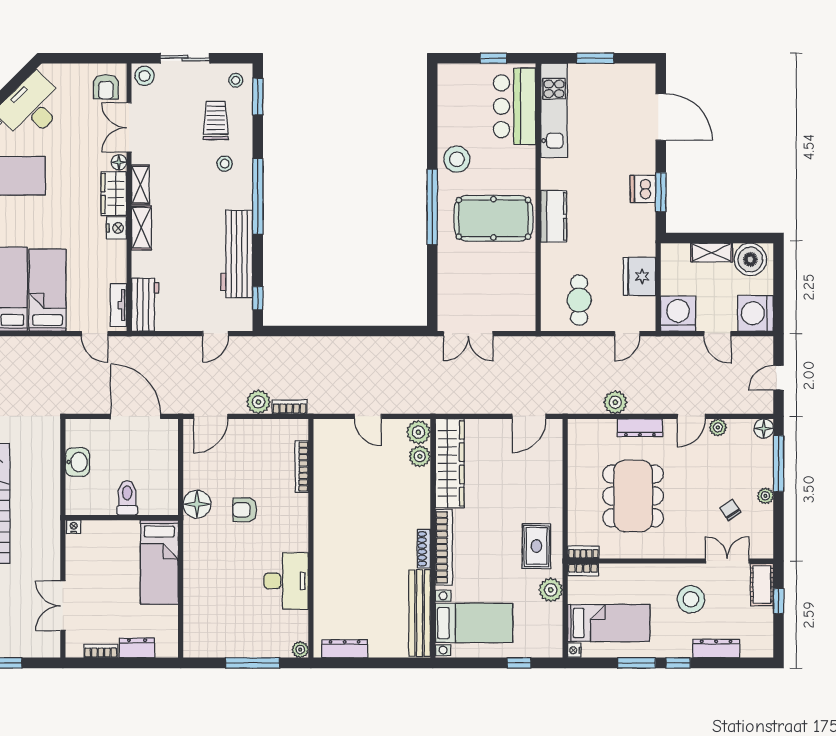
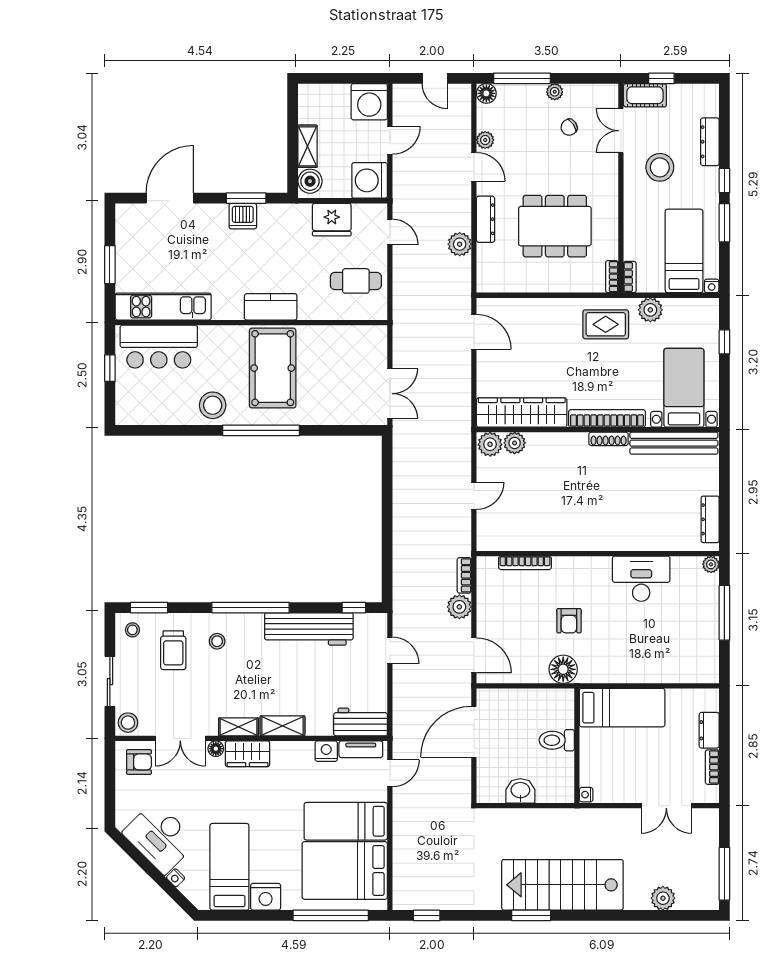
trolley: (216, 120) -> (173, 650), turned -90
nightstand: (116, 228) -> (326, 751), moved
boiler: (750, 259) -> (310, 181), moved, width x0.73, depth x0.73

